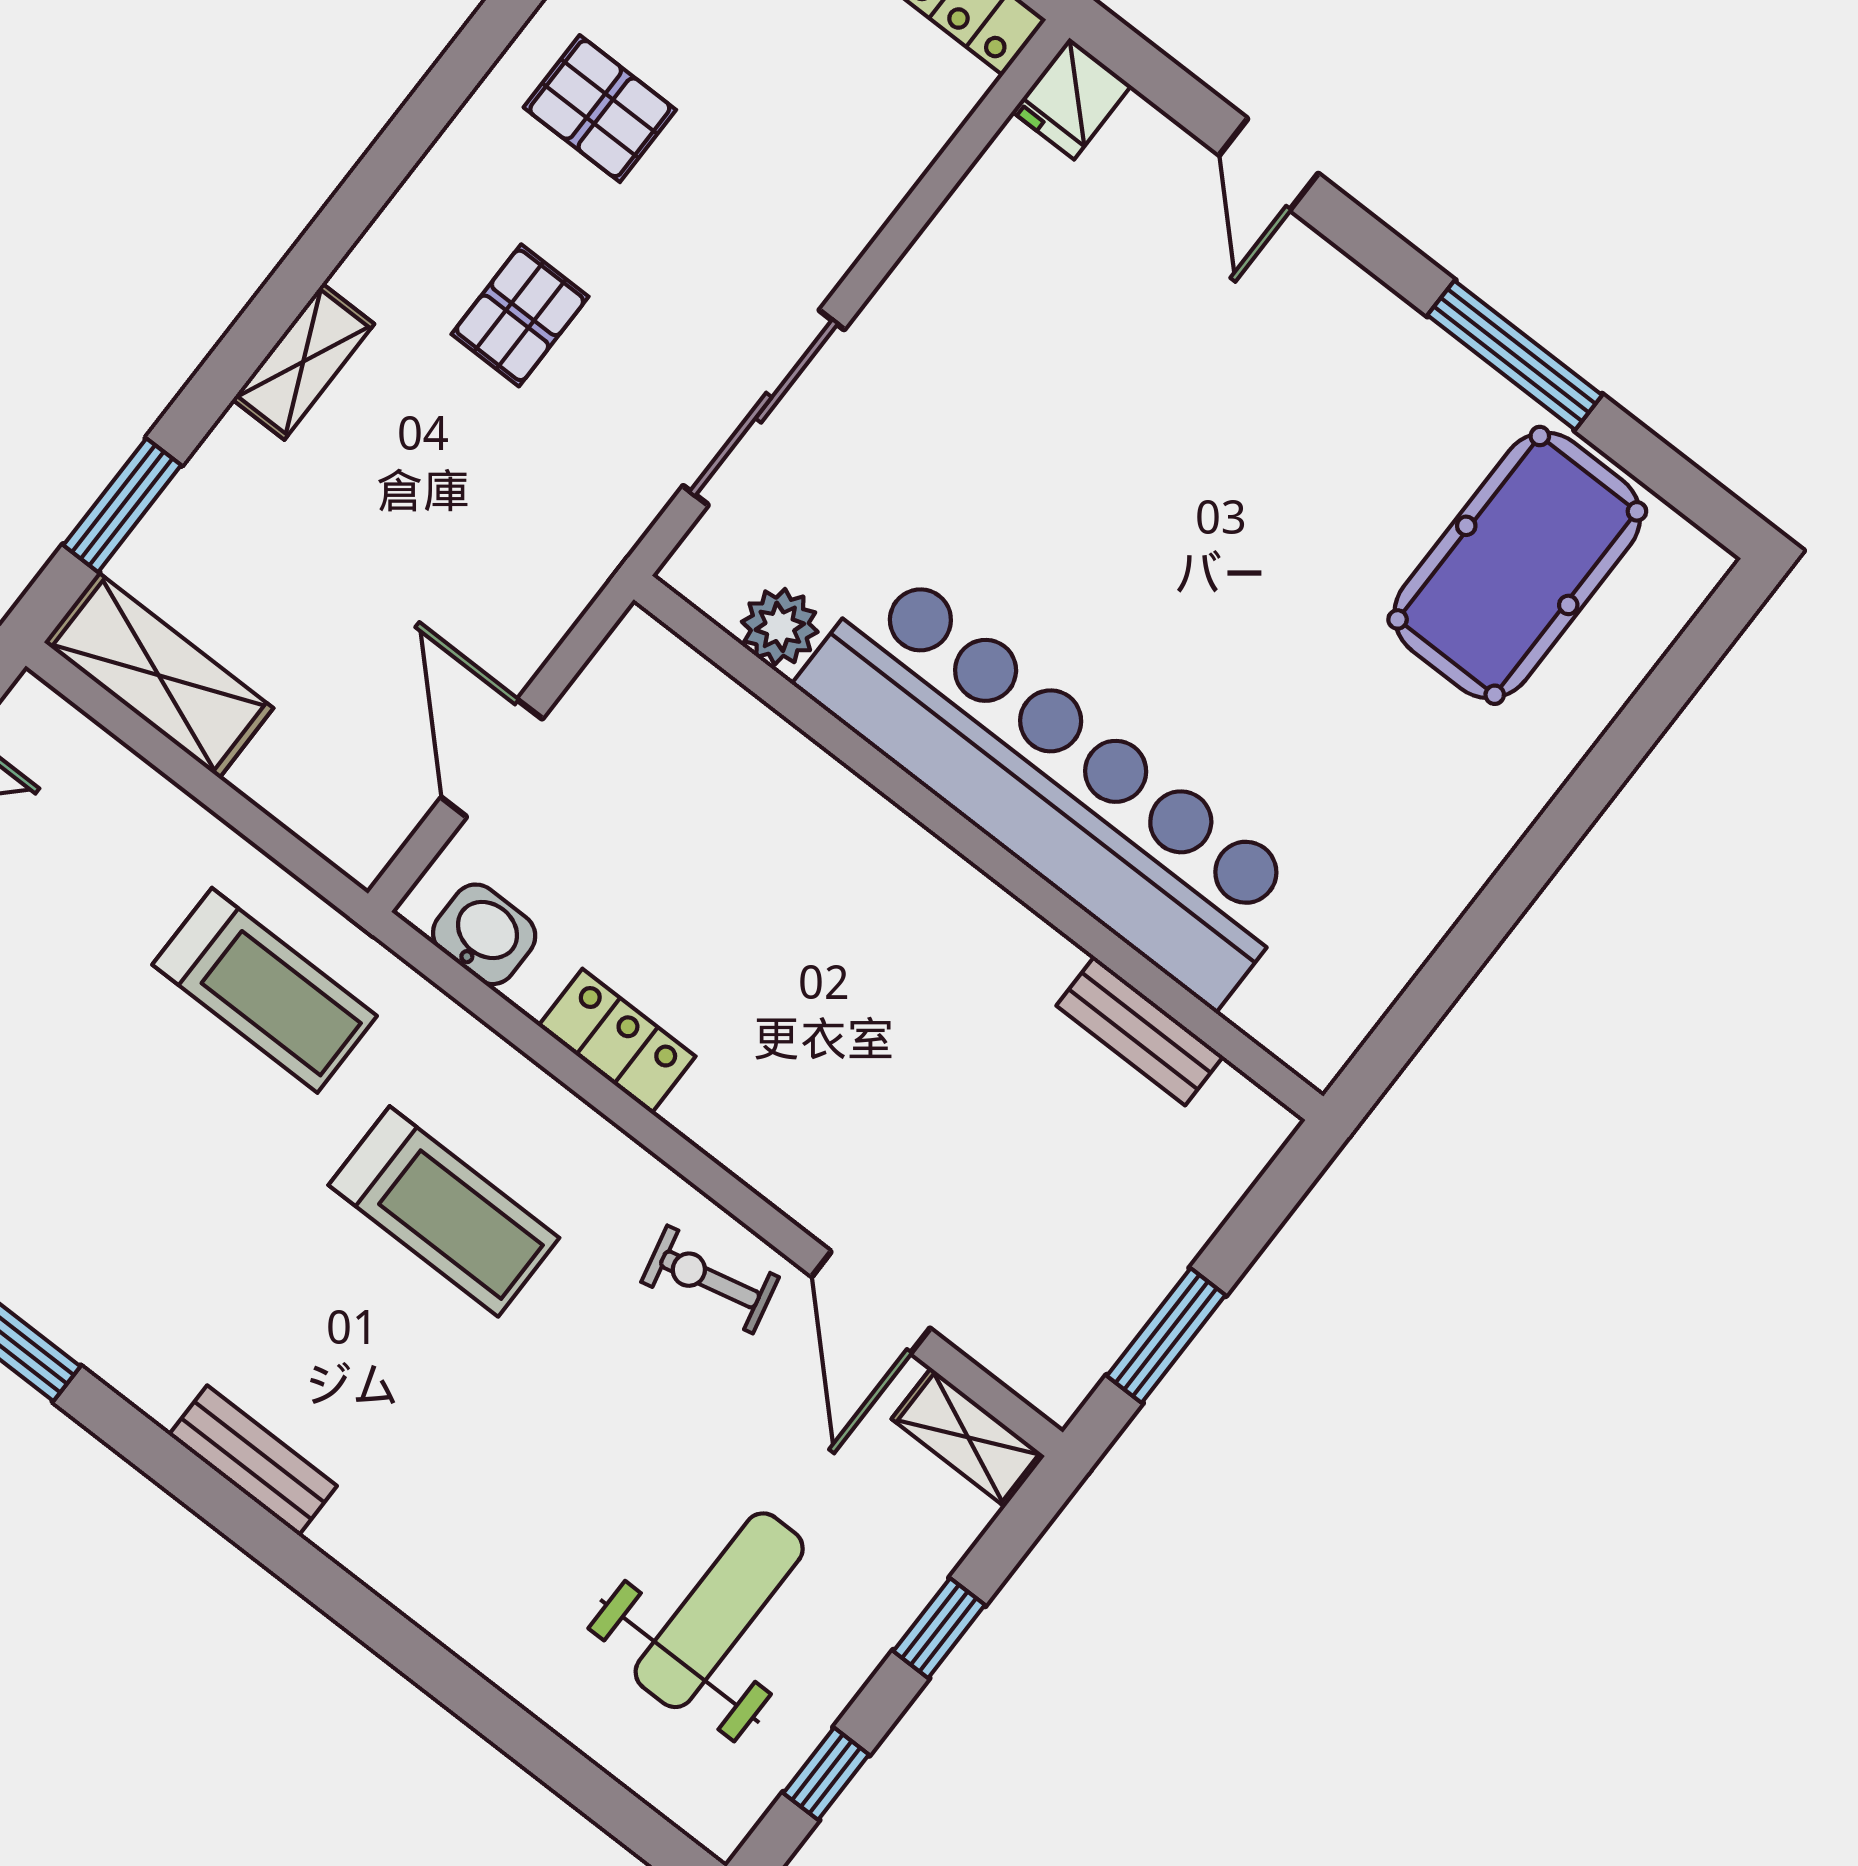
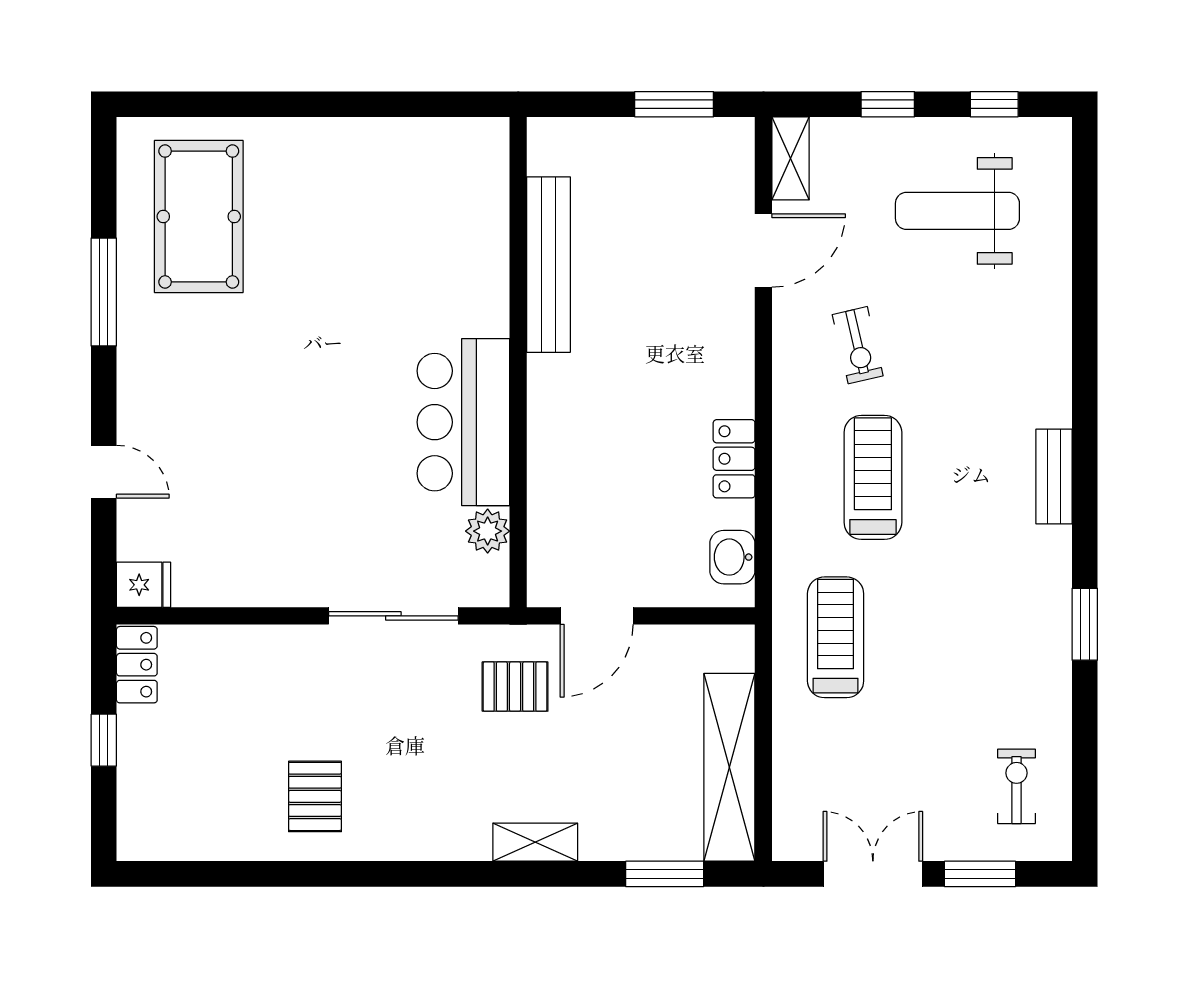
door: (1269, 164) -> (104, 472), hinge flipped
pallet: (520, 315) -> (515, 687), moved
pool table: (1517, 565) -> (199, 216), turned 90
shelving: (159, 675) -> (729, 767), width x1.47
door: (492, 758) -> (597, 616), moved
bar counter: (1053, 785) -> (463, 422), width x0.54
bench: (1140, 1031) -> (548, 265), width x1.86, depth x1.21
exercise bike: (710, 1279) -> (858, 345), moved

